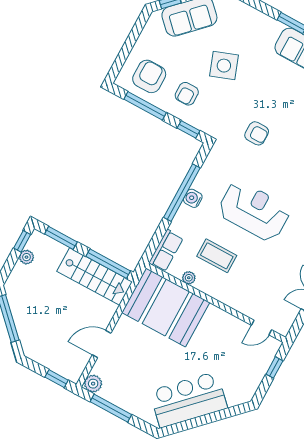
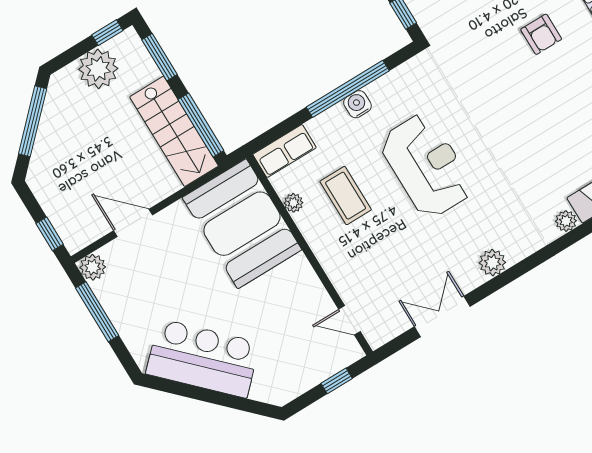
armchair: (257, 133) -> (541, 34), moved
plant: (27, 257) -> (98, 69), width x1.87, depth x1.87

